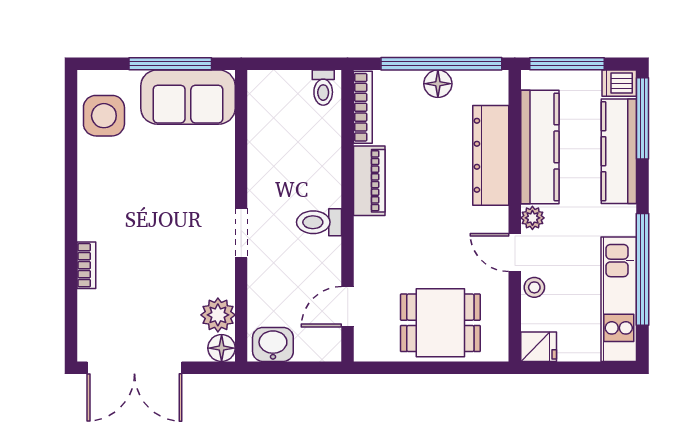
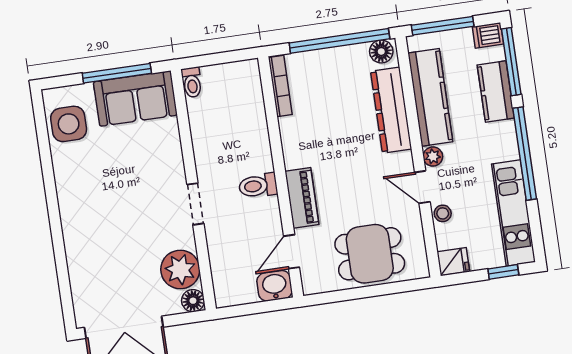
floor lamp: (438, 84) -> (381, 51), moved
toilet: (323, 88) -> (192, 82), moved
kitchen counter: (619, 151) -> (496, 91), width x0.67
piano: (369, 181) -> (302, 198), moved
bookcase: (86, 265) -> (72, 249), removed
window: (642, 269) -> (525, 154), moved
plant: (218, 315) -> (180, 270), width x1.36, depth x1.36
washbasin: (273, 344) -> (274, 286), moved
window: (596, 368) -> (503, 272), added

